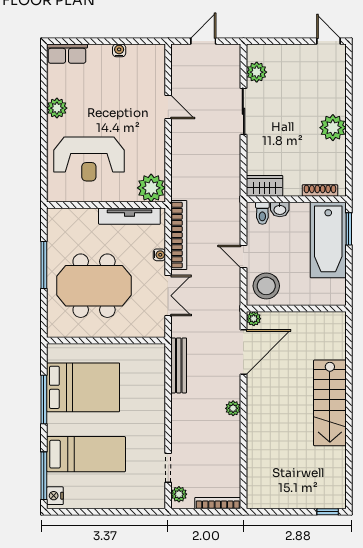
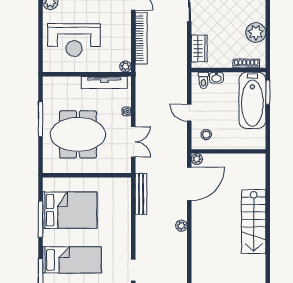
plant: (333, 128) -> (256, 33), moved
wardrobe: (265, 186) -> (199, 48), moved, turned 90
plant: (151, 188) -> (125, 66), width x0.53, depth x0.53
bookcase: (179, 235) -> (141, 38), moved
stool: (266, 286) -> (206, 135), width x0.53, depth x0.53

